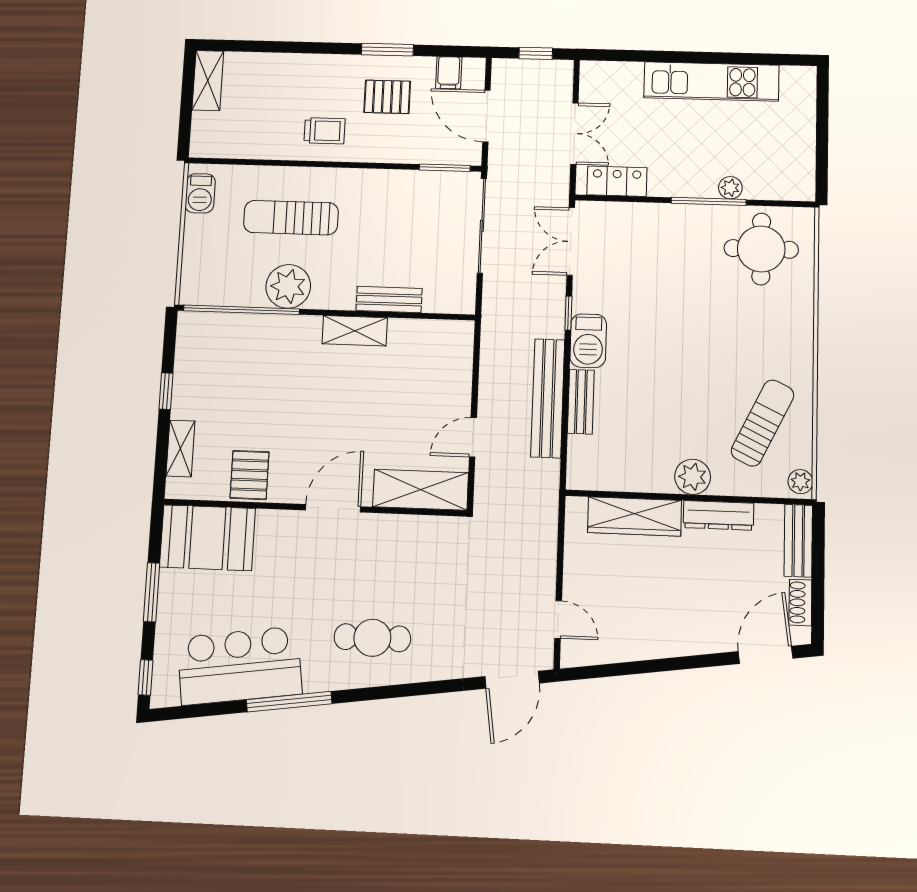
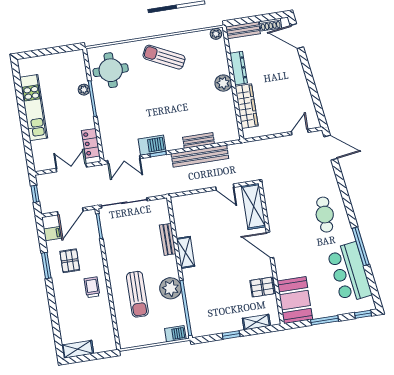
barbecue: (200, 193) -> (175, 334), moved
barbecue: (588, 341) -> (152, 145), moved
sun lounger: (763, 423) -> (164, 57), moved

